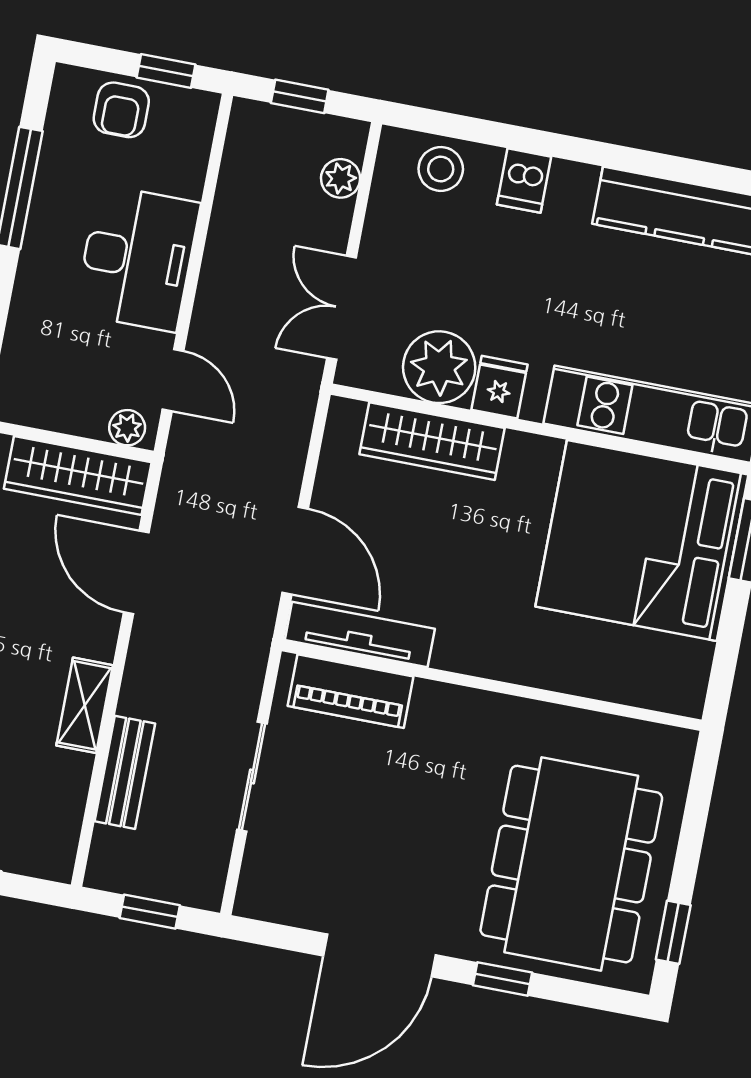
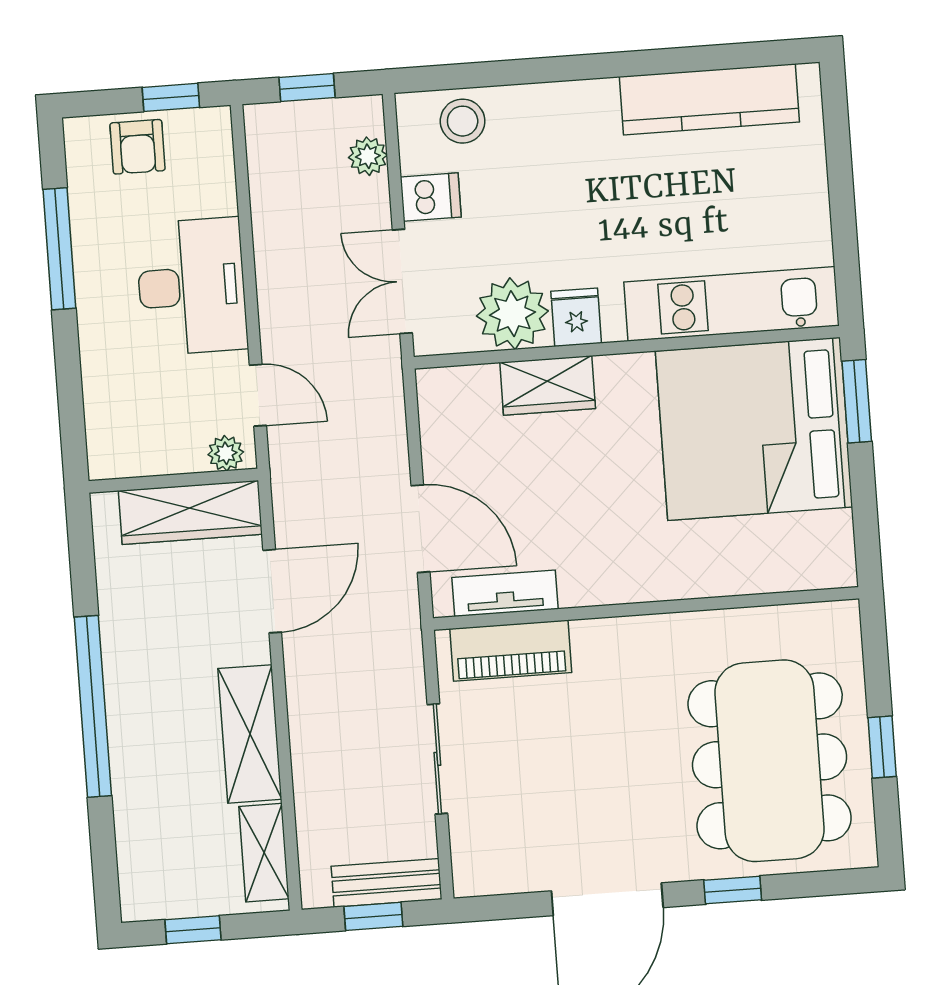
dishwasher: (524, 181) -> (431, 197), moved, turned -90
wardrobe: (432, 441) -> (548, 385), width x0.67
door: (136, 572) -> (272, 591), swing flipped
tv unit: (360, 634) -> (505, 593), width x0.71
shelving: (85, 705) -> (250, 734), width x1.50, depth x1.33
bench: (125, 772) -> (387, 883), moved, turned 90
shelving: (61, 822) -> (264, 853), added
window: (673, 932) -> (882, 747), moved

